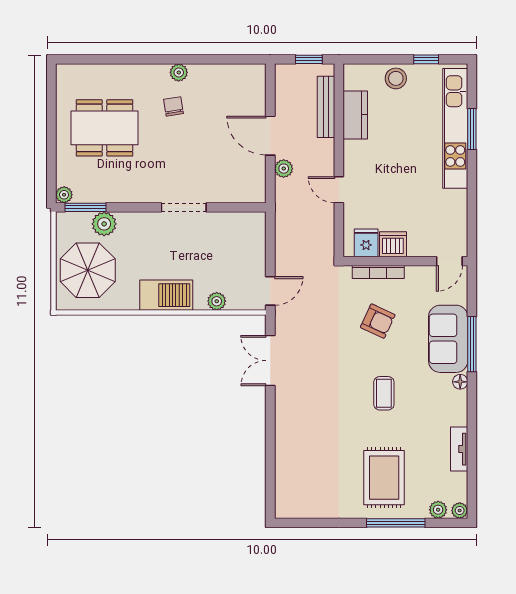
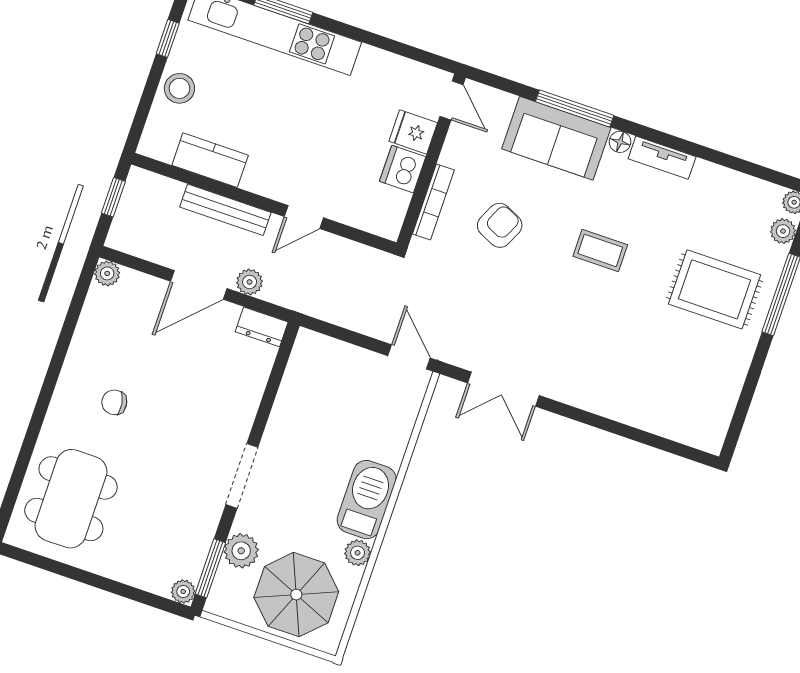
plant: (179, 72) -> (107, 273), moved
bench: (326, 107) -> (225, 210), moved
dining table: (104, 128) -> (71, 499), moved
dresser: (257, 187) -> (262, 327), added
doorway: (184, 207) -> (242, 476), moved
fridge: (366, 243) -> (413, 132), moved
plant: (217, 301) -> (358, 553), moved
tv unit: (459, 449) -> (662, 158), moved

